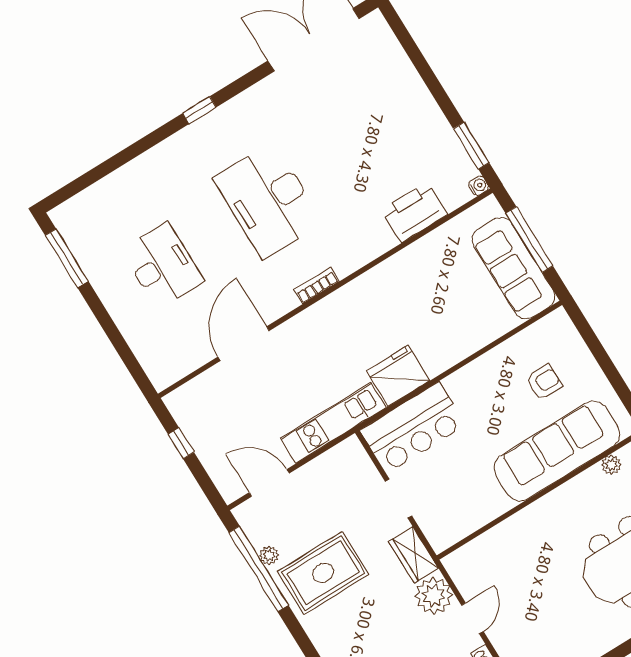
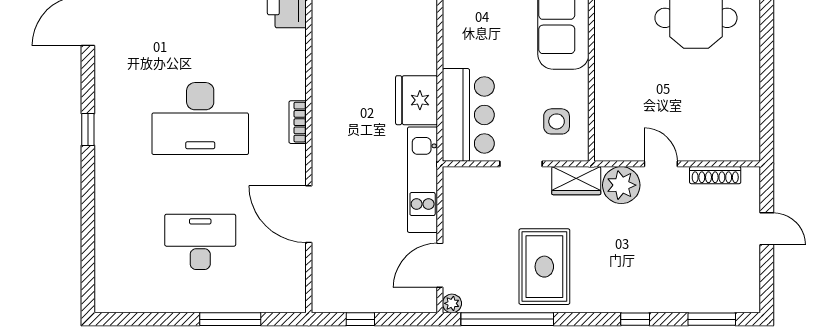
window: (67, 258) -> (230, 319), moved
side table: (454, 507) -> (557, 121), added
plant: (269, 555) -> (452, 303), moved

